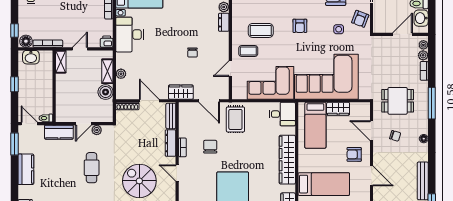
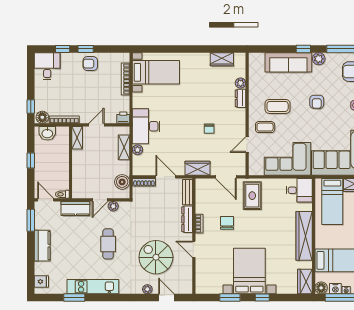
desk: (130, 35) -> (146, 126), moved
boiler: (106, 92) -> (122, 182), moved

